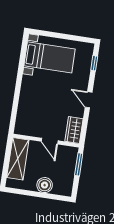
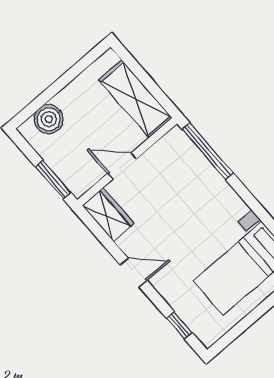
window: (14, 112) -> (208, 151), added
boiler: (45, 185) -> (49, 119), moved

